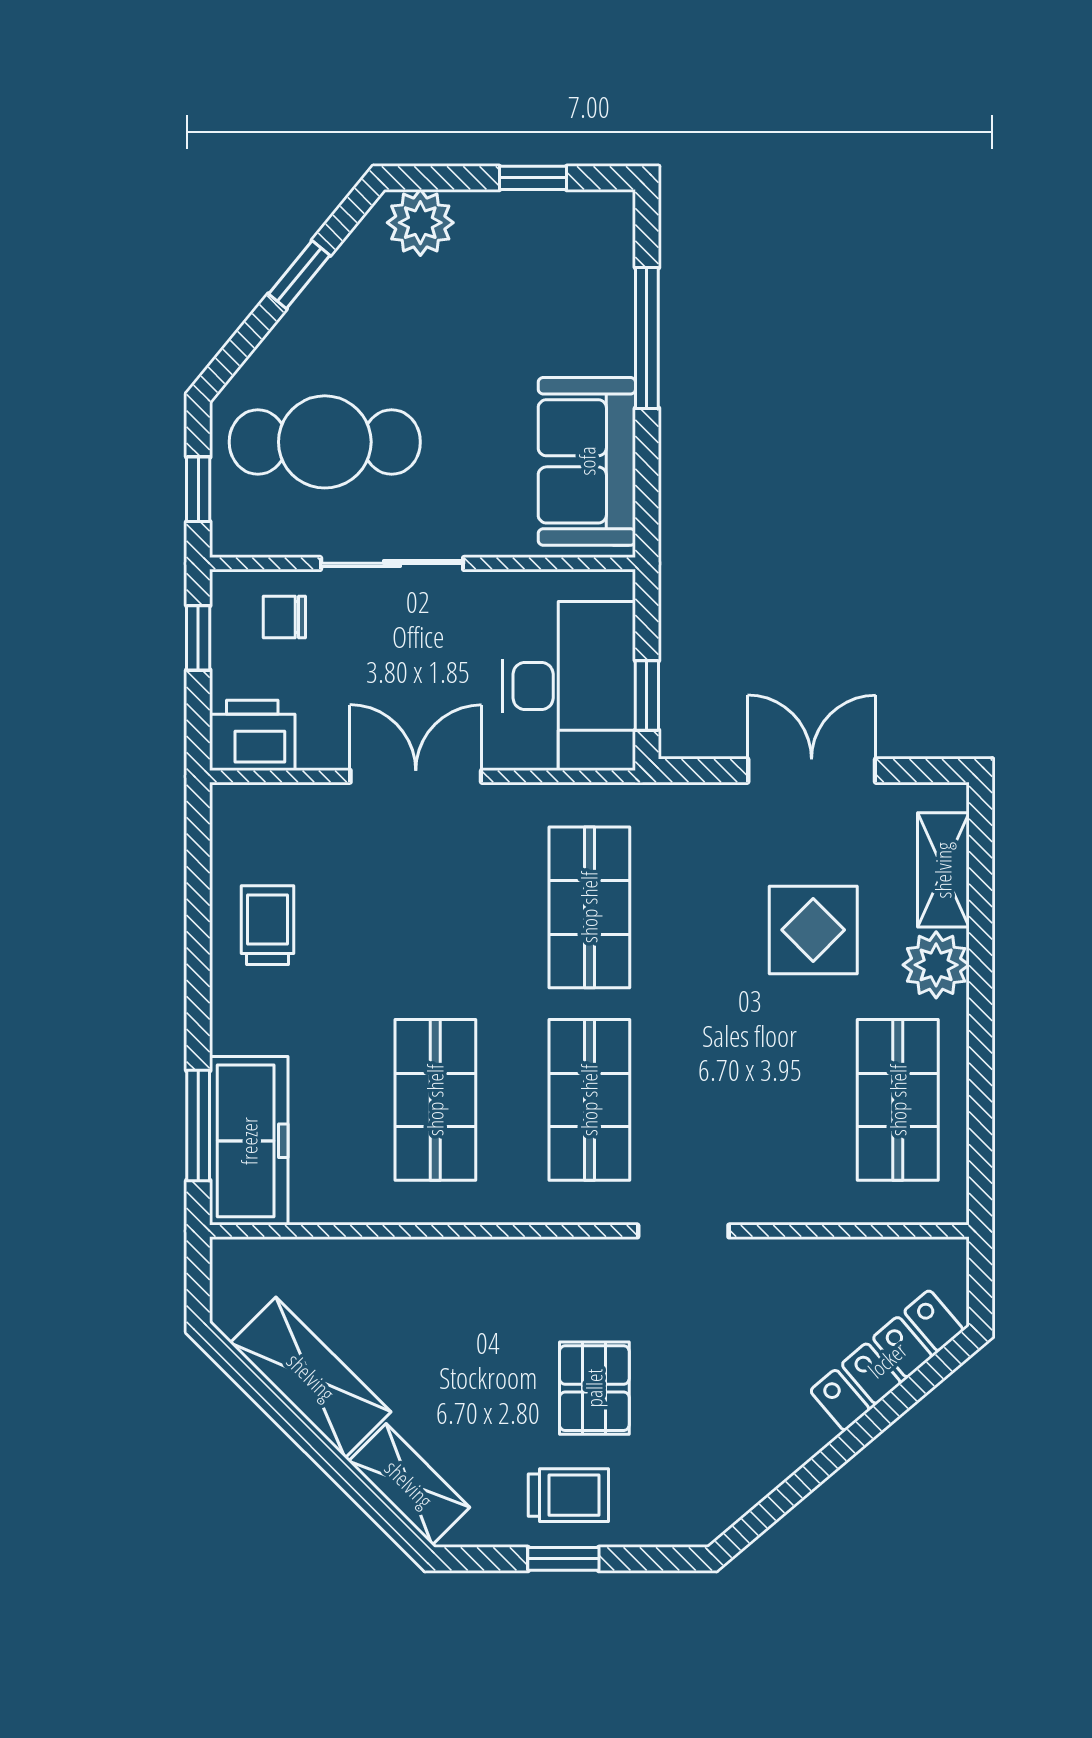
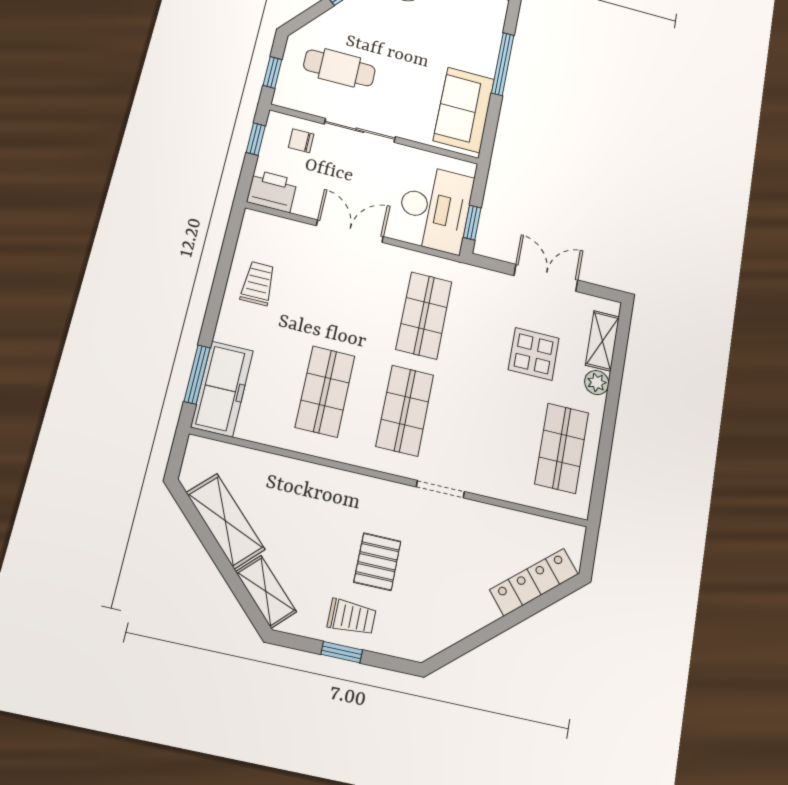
cafe table: (325, 442) -> (339, 68), width x0.73, depth x0.74
plant: (936, 965) -> (597, 383), width x0.73, depth x0.73

